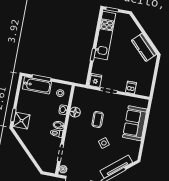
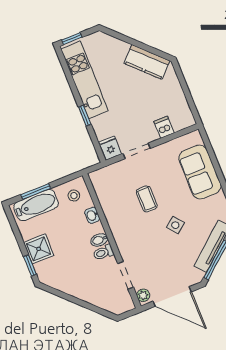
floor lamp: (75, 112) -> (110, 208), removed
shower: (21, 121) -> (39, 249), moved

